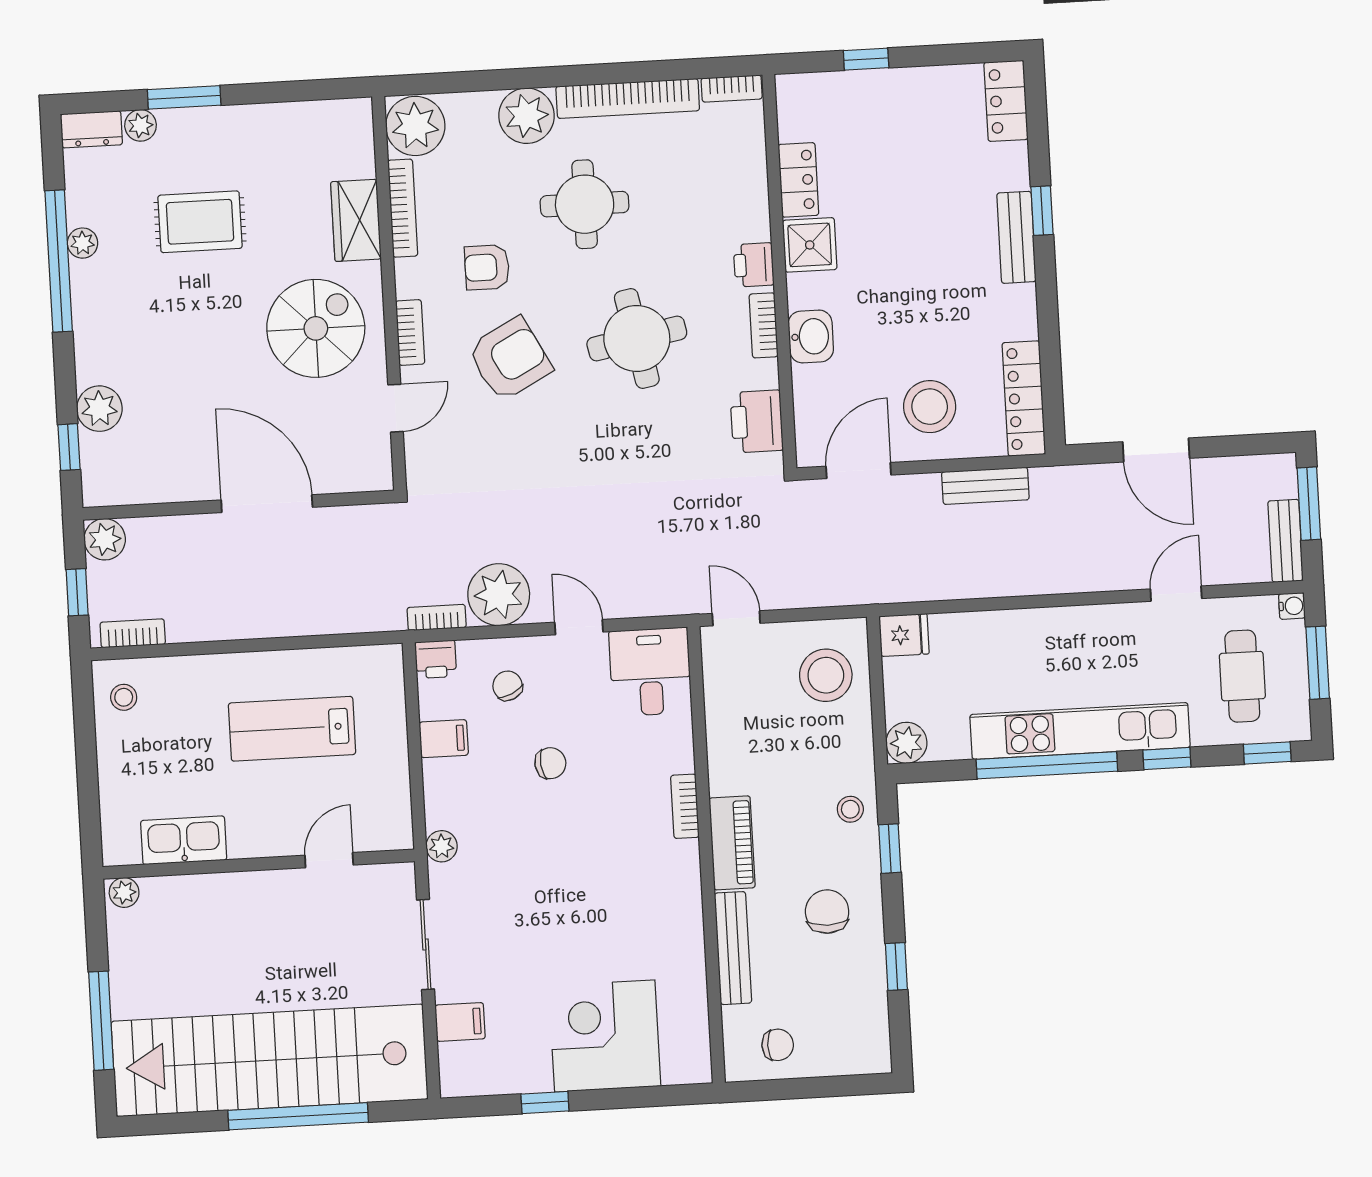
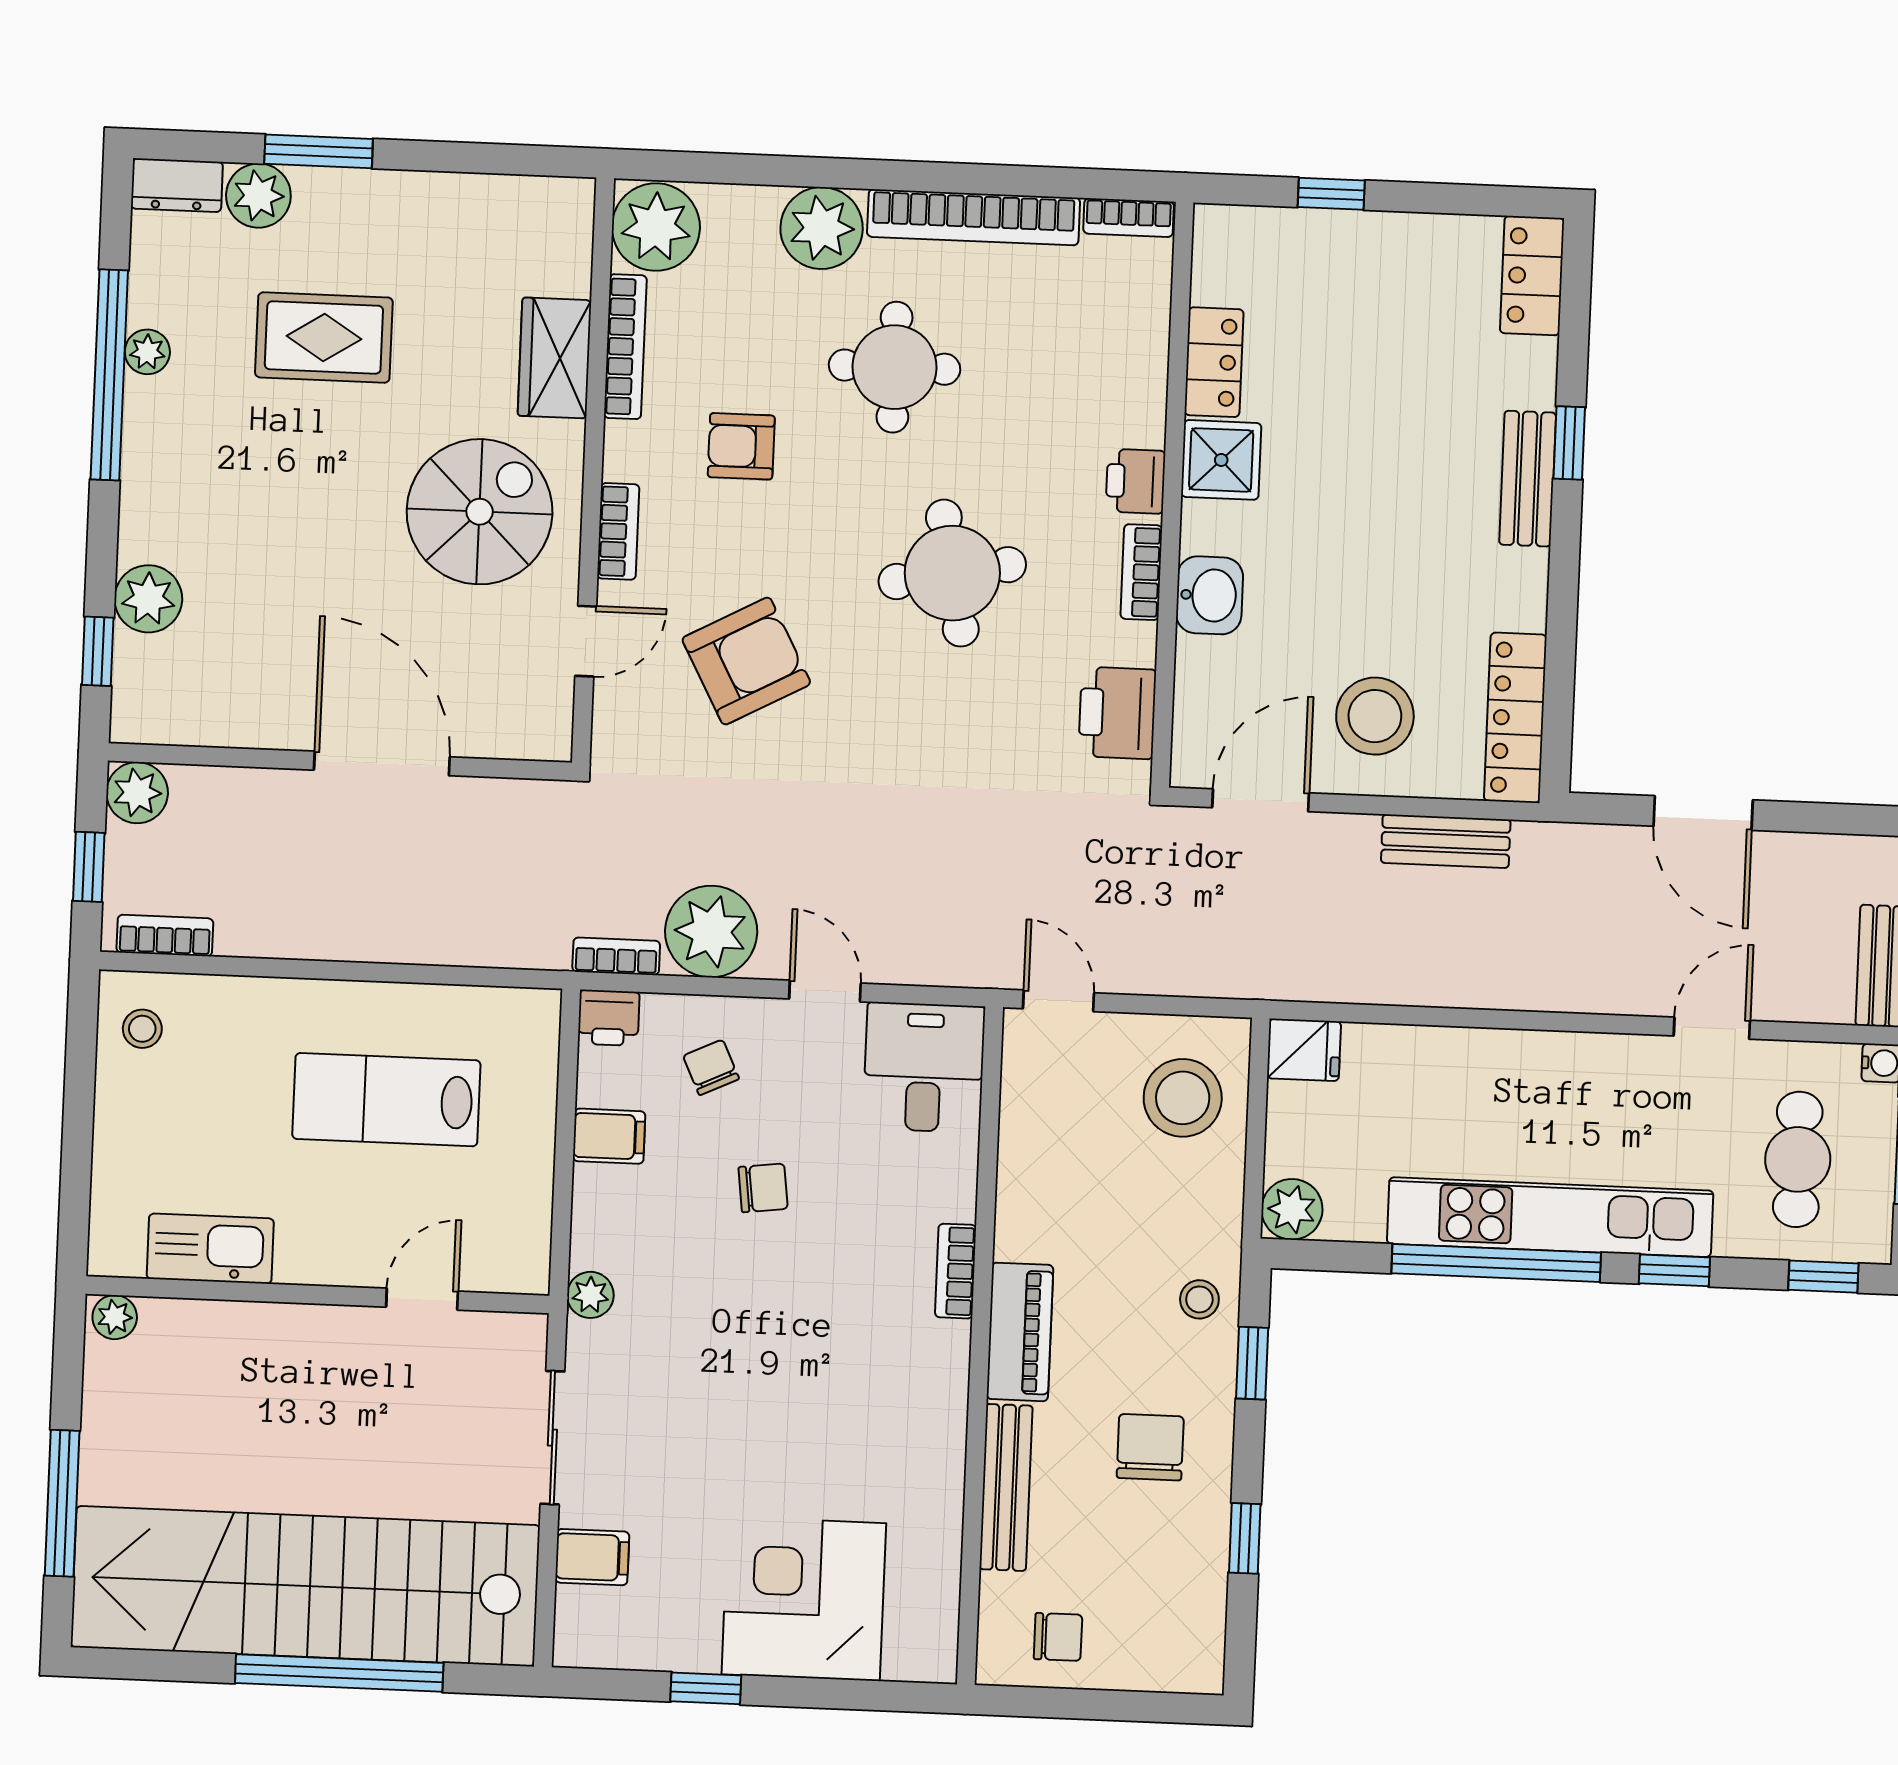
plant: (141, 125) -> (258, 196), width x1.38, depth x1.38
armchair: (510, 359) -> (746, 661), moved

